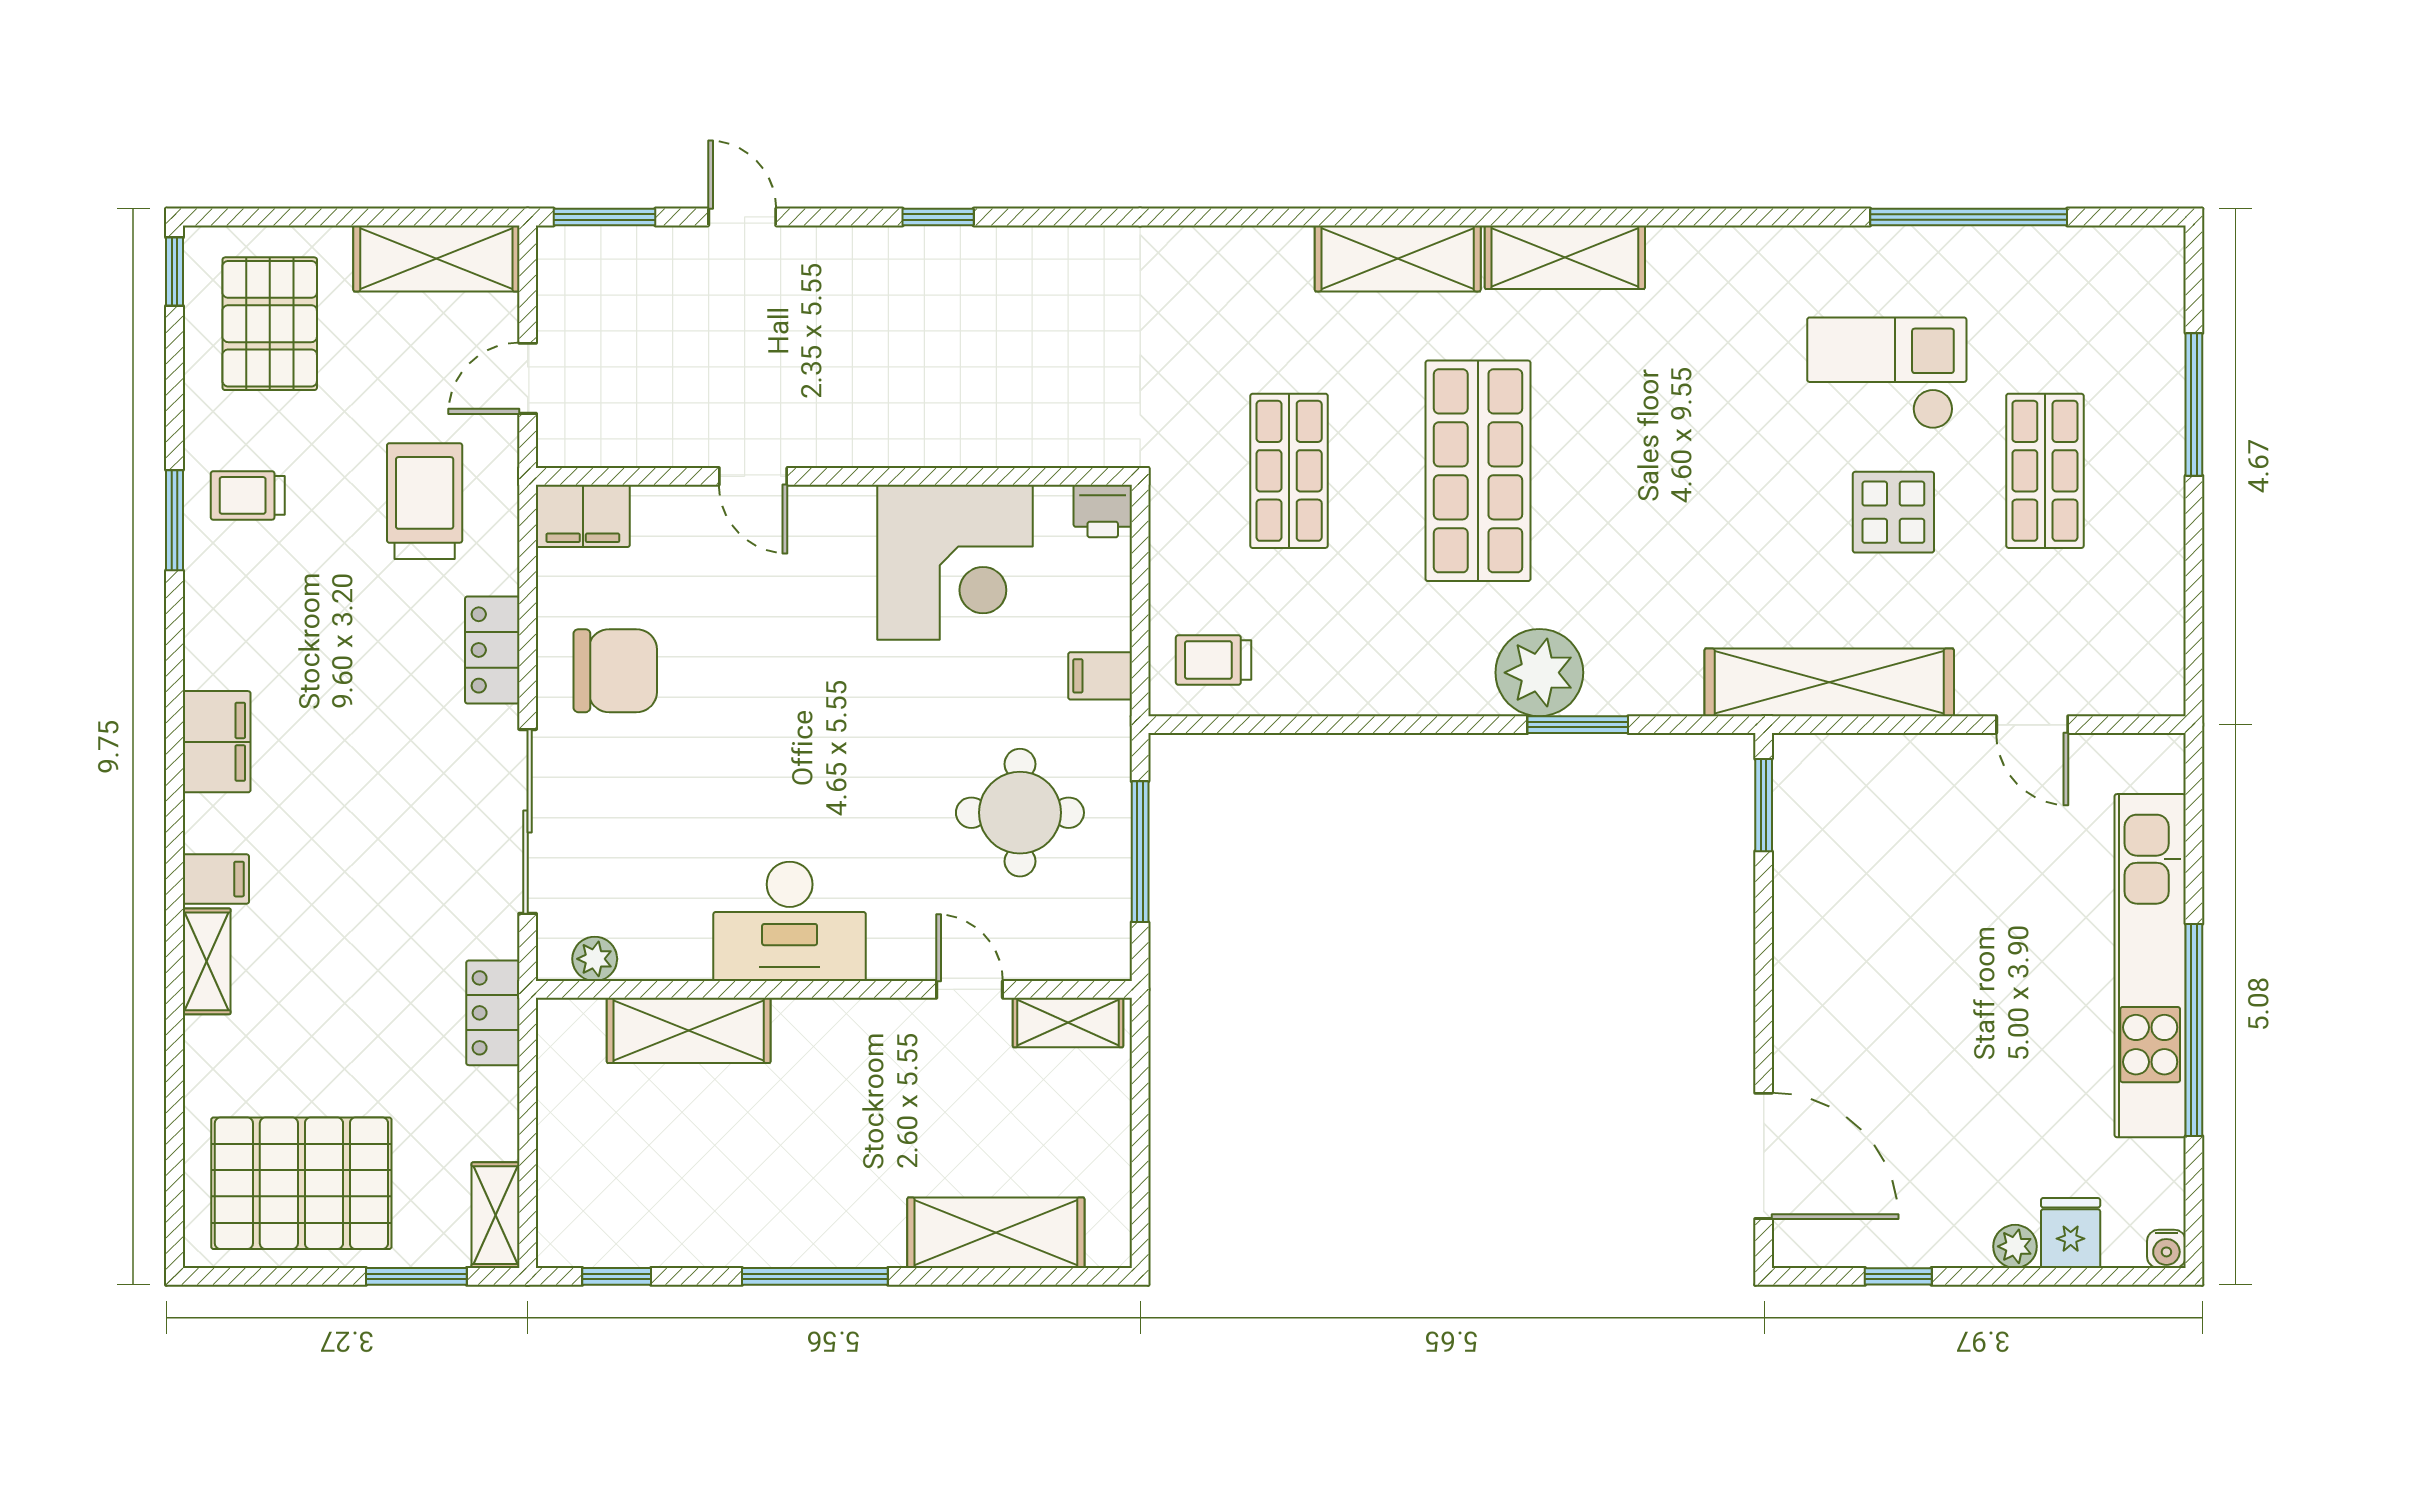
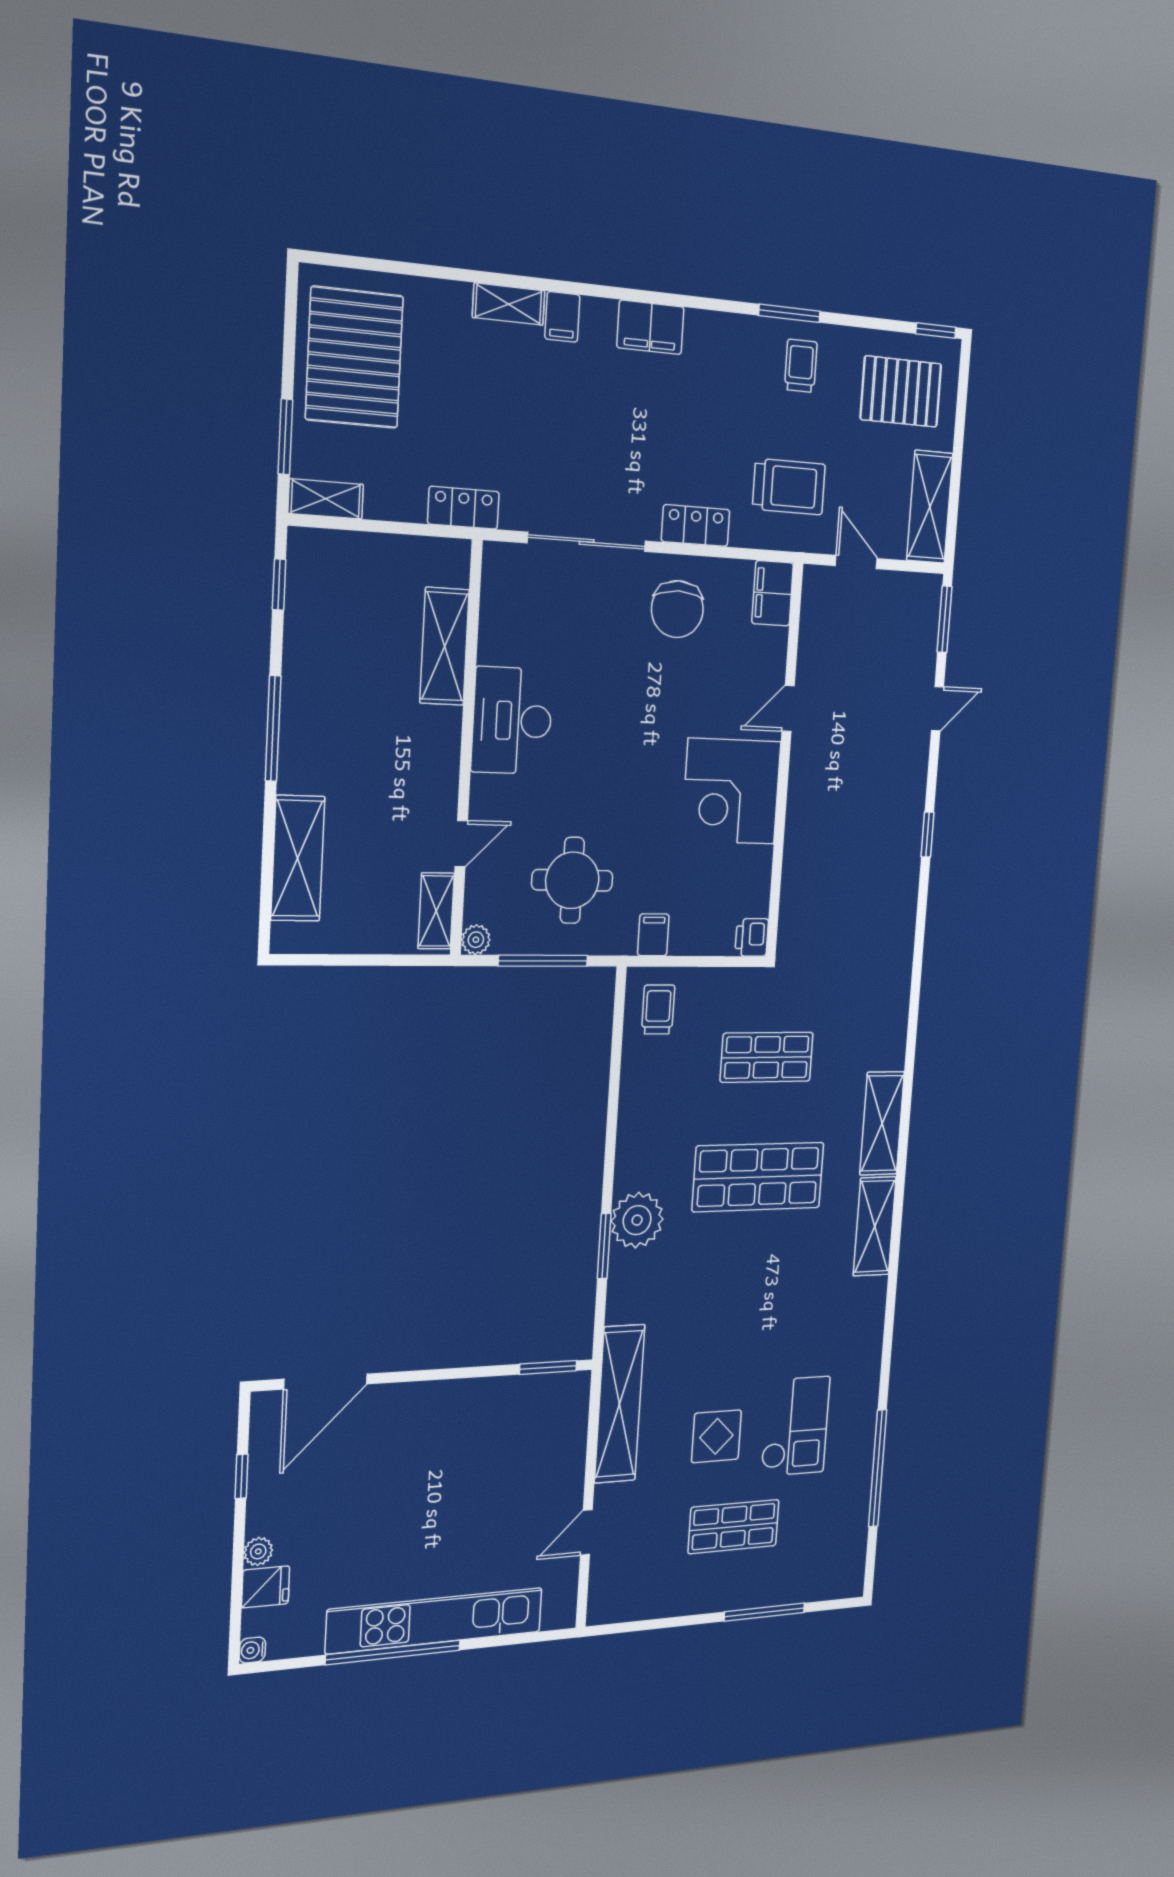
corner desk: (955, 562) -> (731, 791), moved
plant: (595, 959) -> (476, 940), moved

